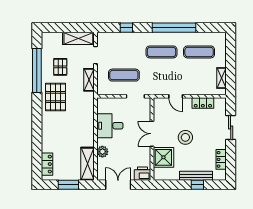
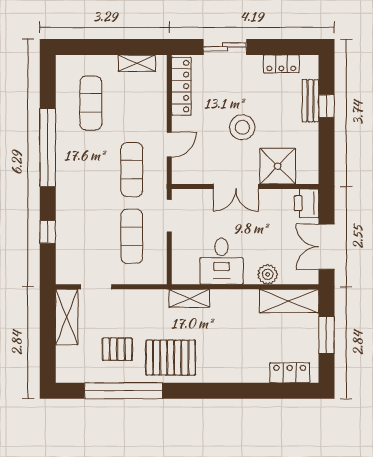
exercise mat: (161, 52) -> (132, 170), moved
shelving: (89, 80) -> (189, 298), moved
locker: (203, 103) -> (181, 86), width x1.53
bench: (196, 176) -> (310, 101), width x0.73

